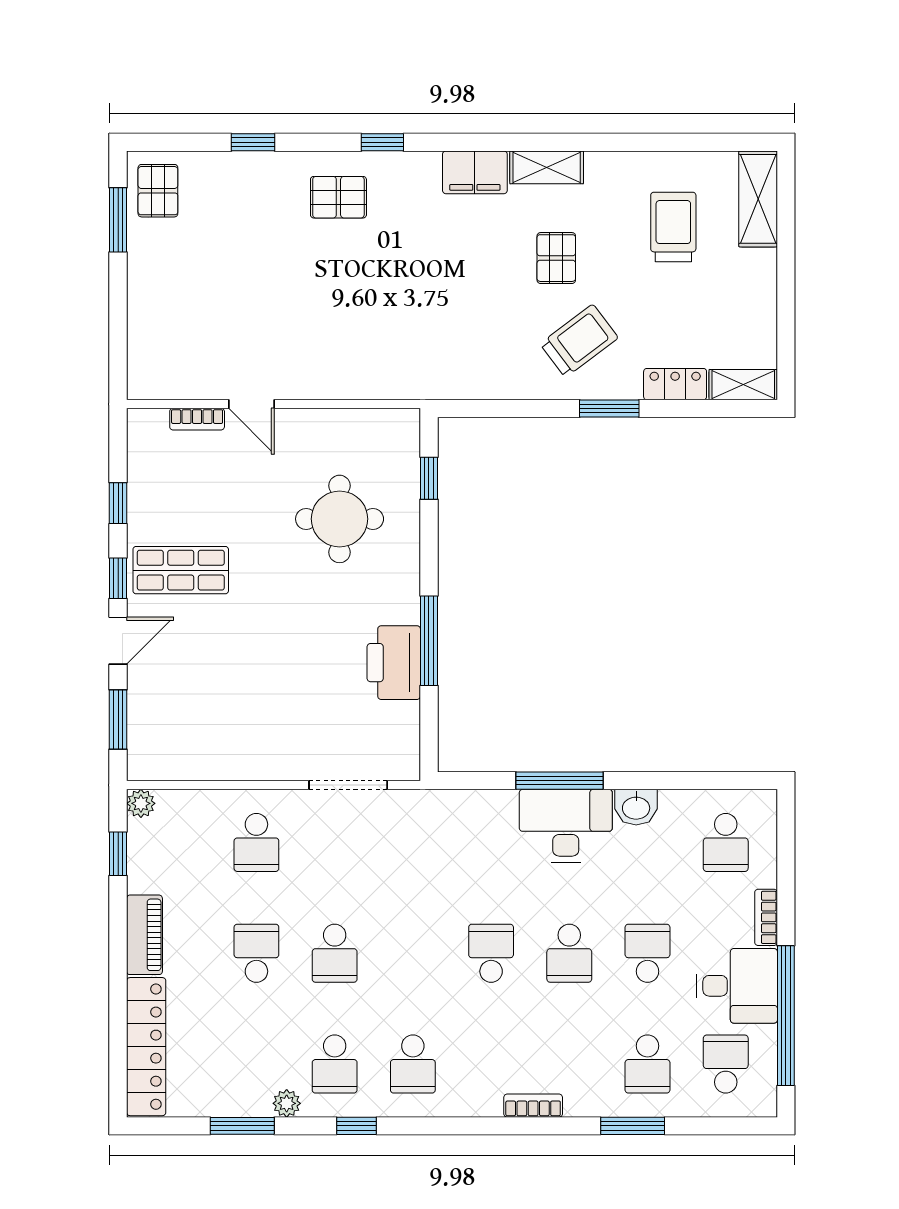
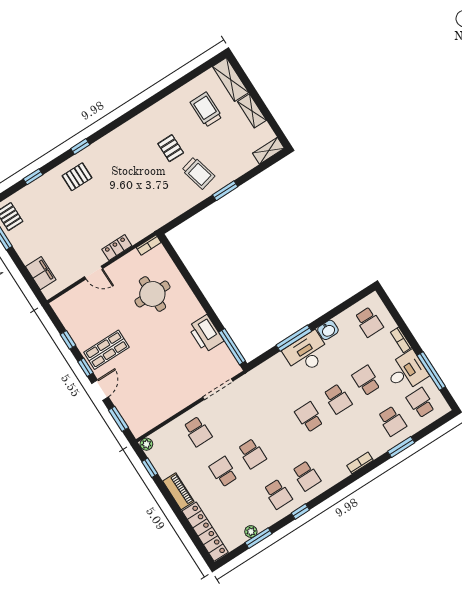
shelving: (547, 167) -> (252, 111), moved, turned 90
filing cabinet: (475, 172) -> (41, 273), moved, turned -90
trolley: (579, 341) -> (198, 173), turned 113
locker: (675, 384) -> (117, 247), moved
bookcase: (197, 419) -> (149, 245), moved
window: (429, 478) -> (176, 258), removed
window: (429, 641) -> (232, 347), moved
window: (786, 1016) -> (431, 371), width x0.68
plant: (287, 1103) -> (251, 532), moved

